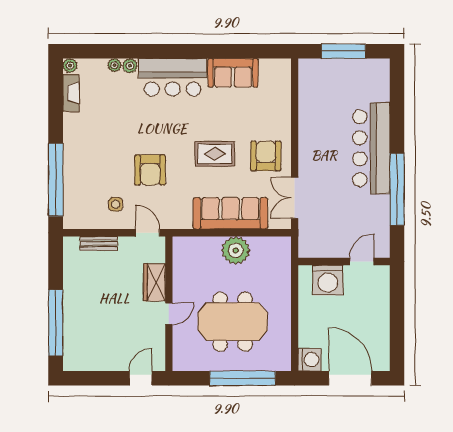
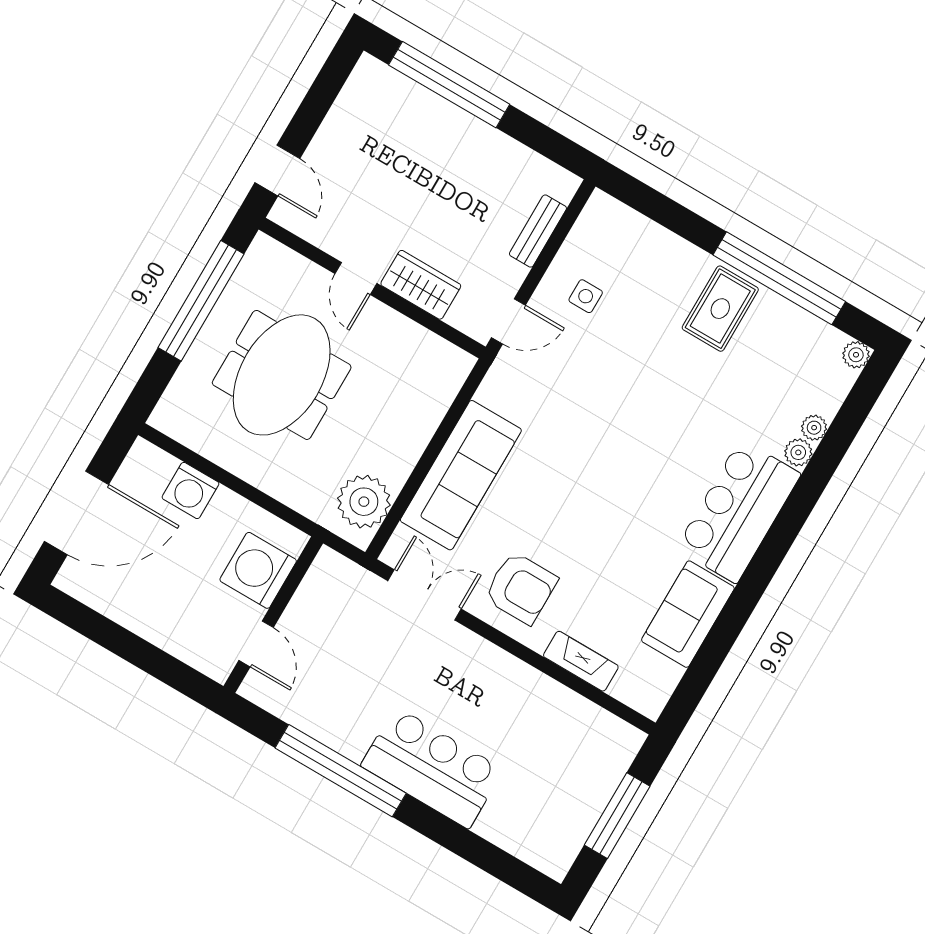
fireplace: (71, 93) -> (581, 661), moved, turned 180
bar counter: (371, 148) -> (432, 768), width x0.73
rug: (215, 154) -> (720, 309), moved
armchair: (150, 170) -> (609, 385), removed
window: (56, 180) -> (779, 278), moved
plant: (236, 250) -> (364, 502), moved
washing machine: (310, 360) -> (191, 490), moved
window: (243, 378) -> (201, 301), moved

